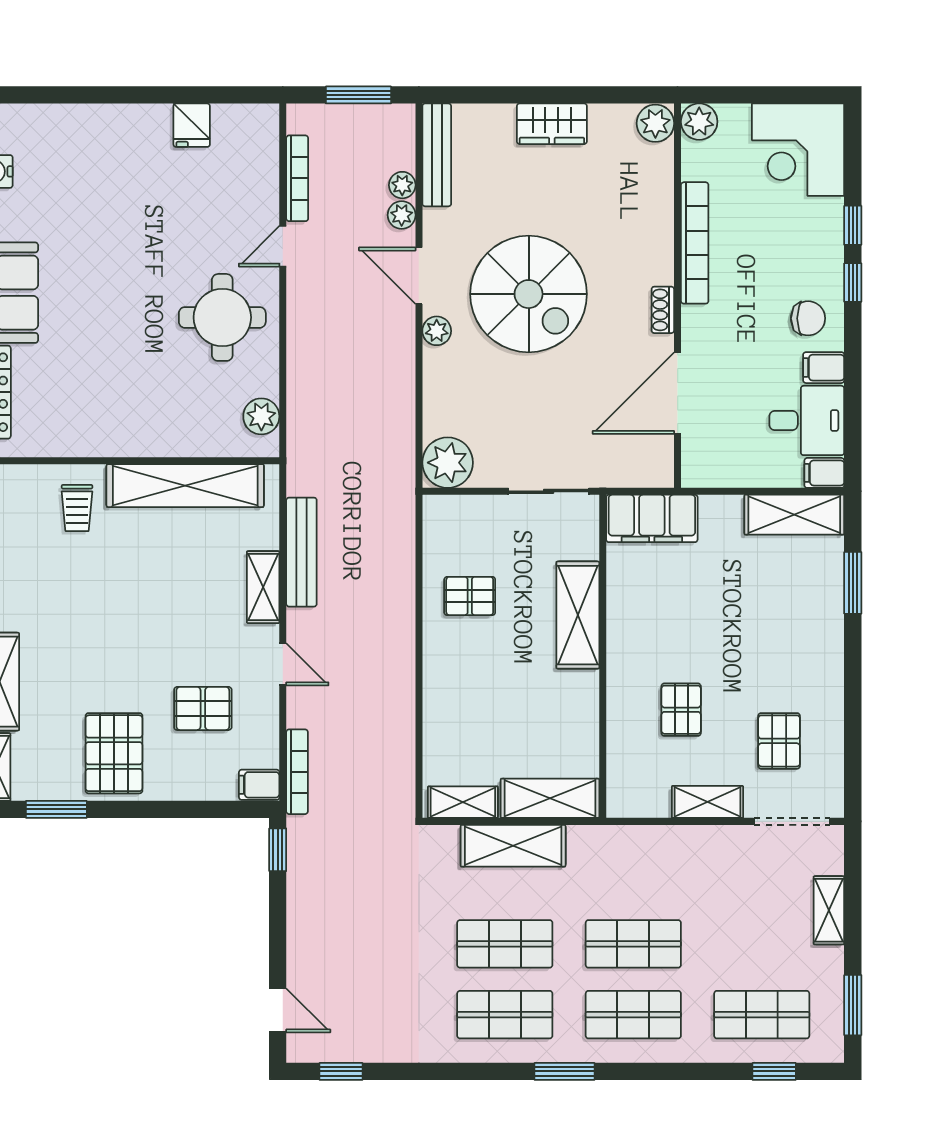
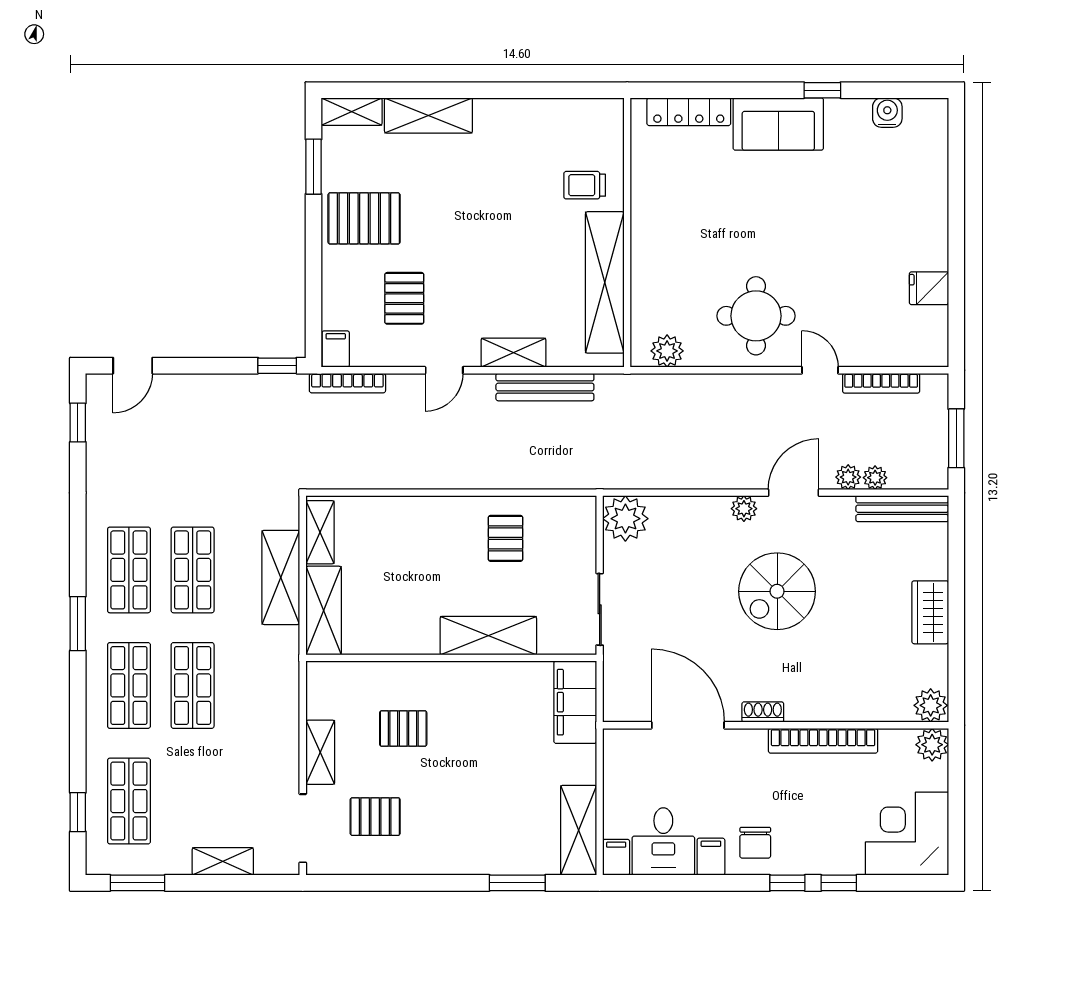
spiral stairs: (529, 294) -> (777, 591), width x0.73, depth x0.73

